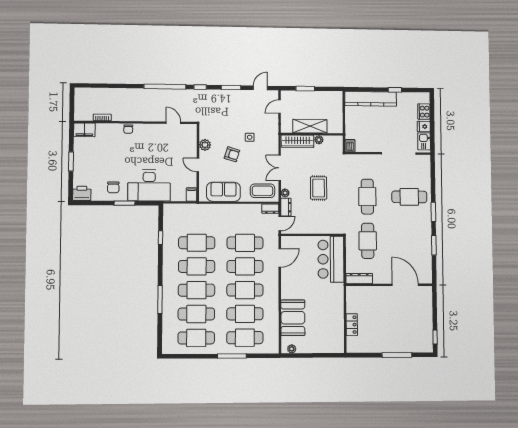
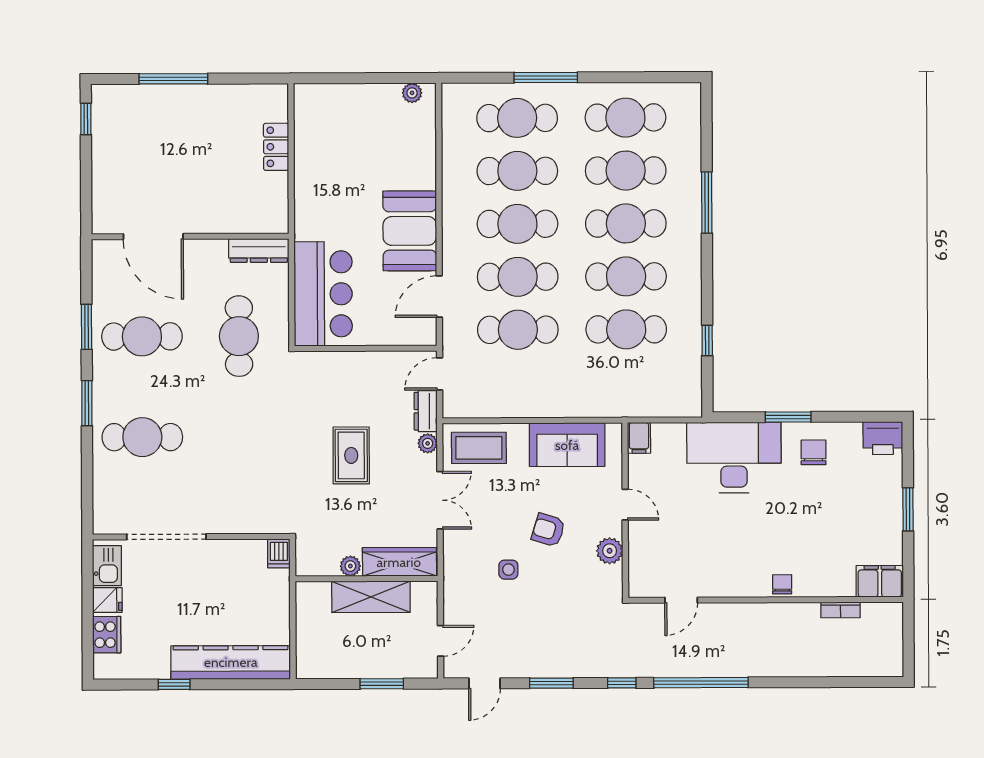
door: (173, 123) -> (681, 600), hinge flipped
cafe table: (367, 197) -> (142, 336), moved, turned 90
dresser: (270, 209) -> (461, 407), removed
booth: (293, 318) -> (410, 231), moved

